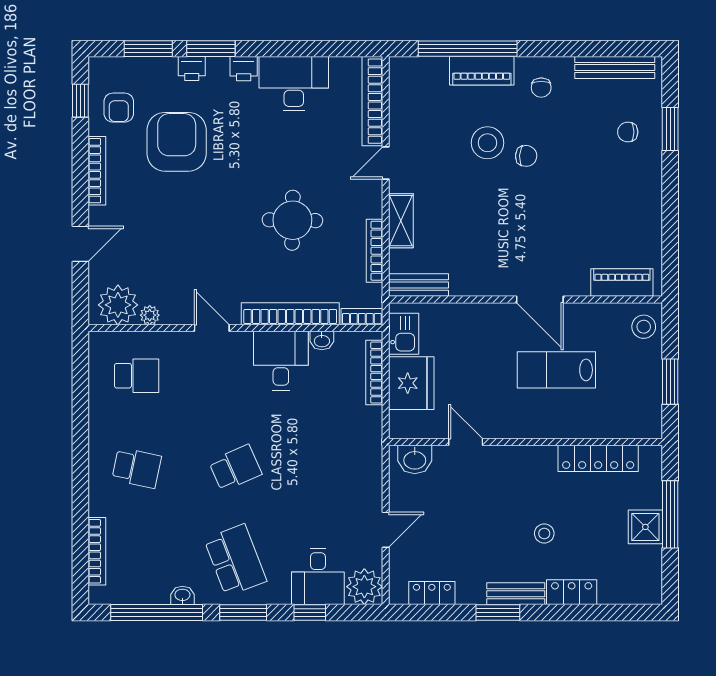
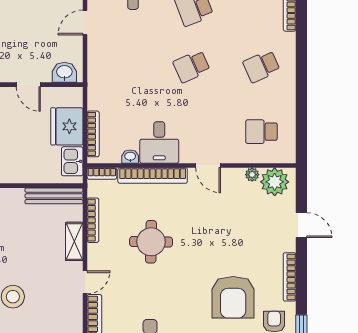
door: (80, 244) -> (301, 225), swing flipped
bench: (419, 285) -> (54, 196), width x1.36
school desk: (137, 468) -> (261, 66), turned -36

